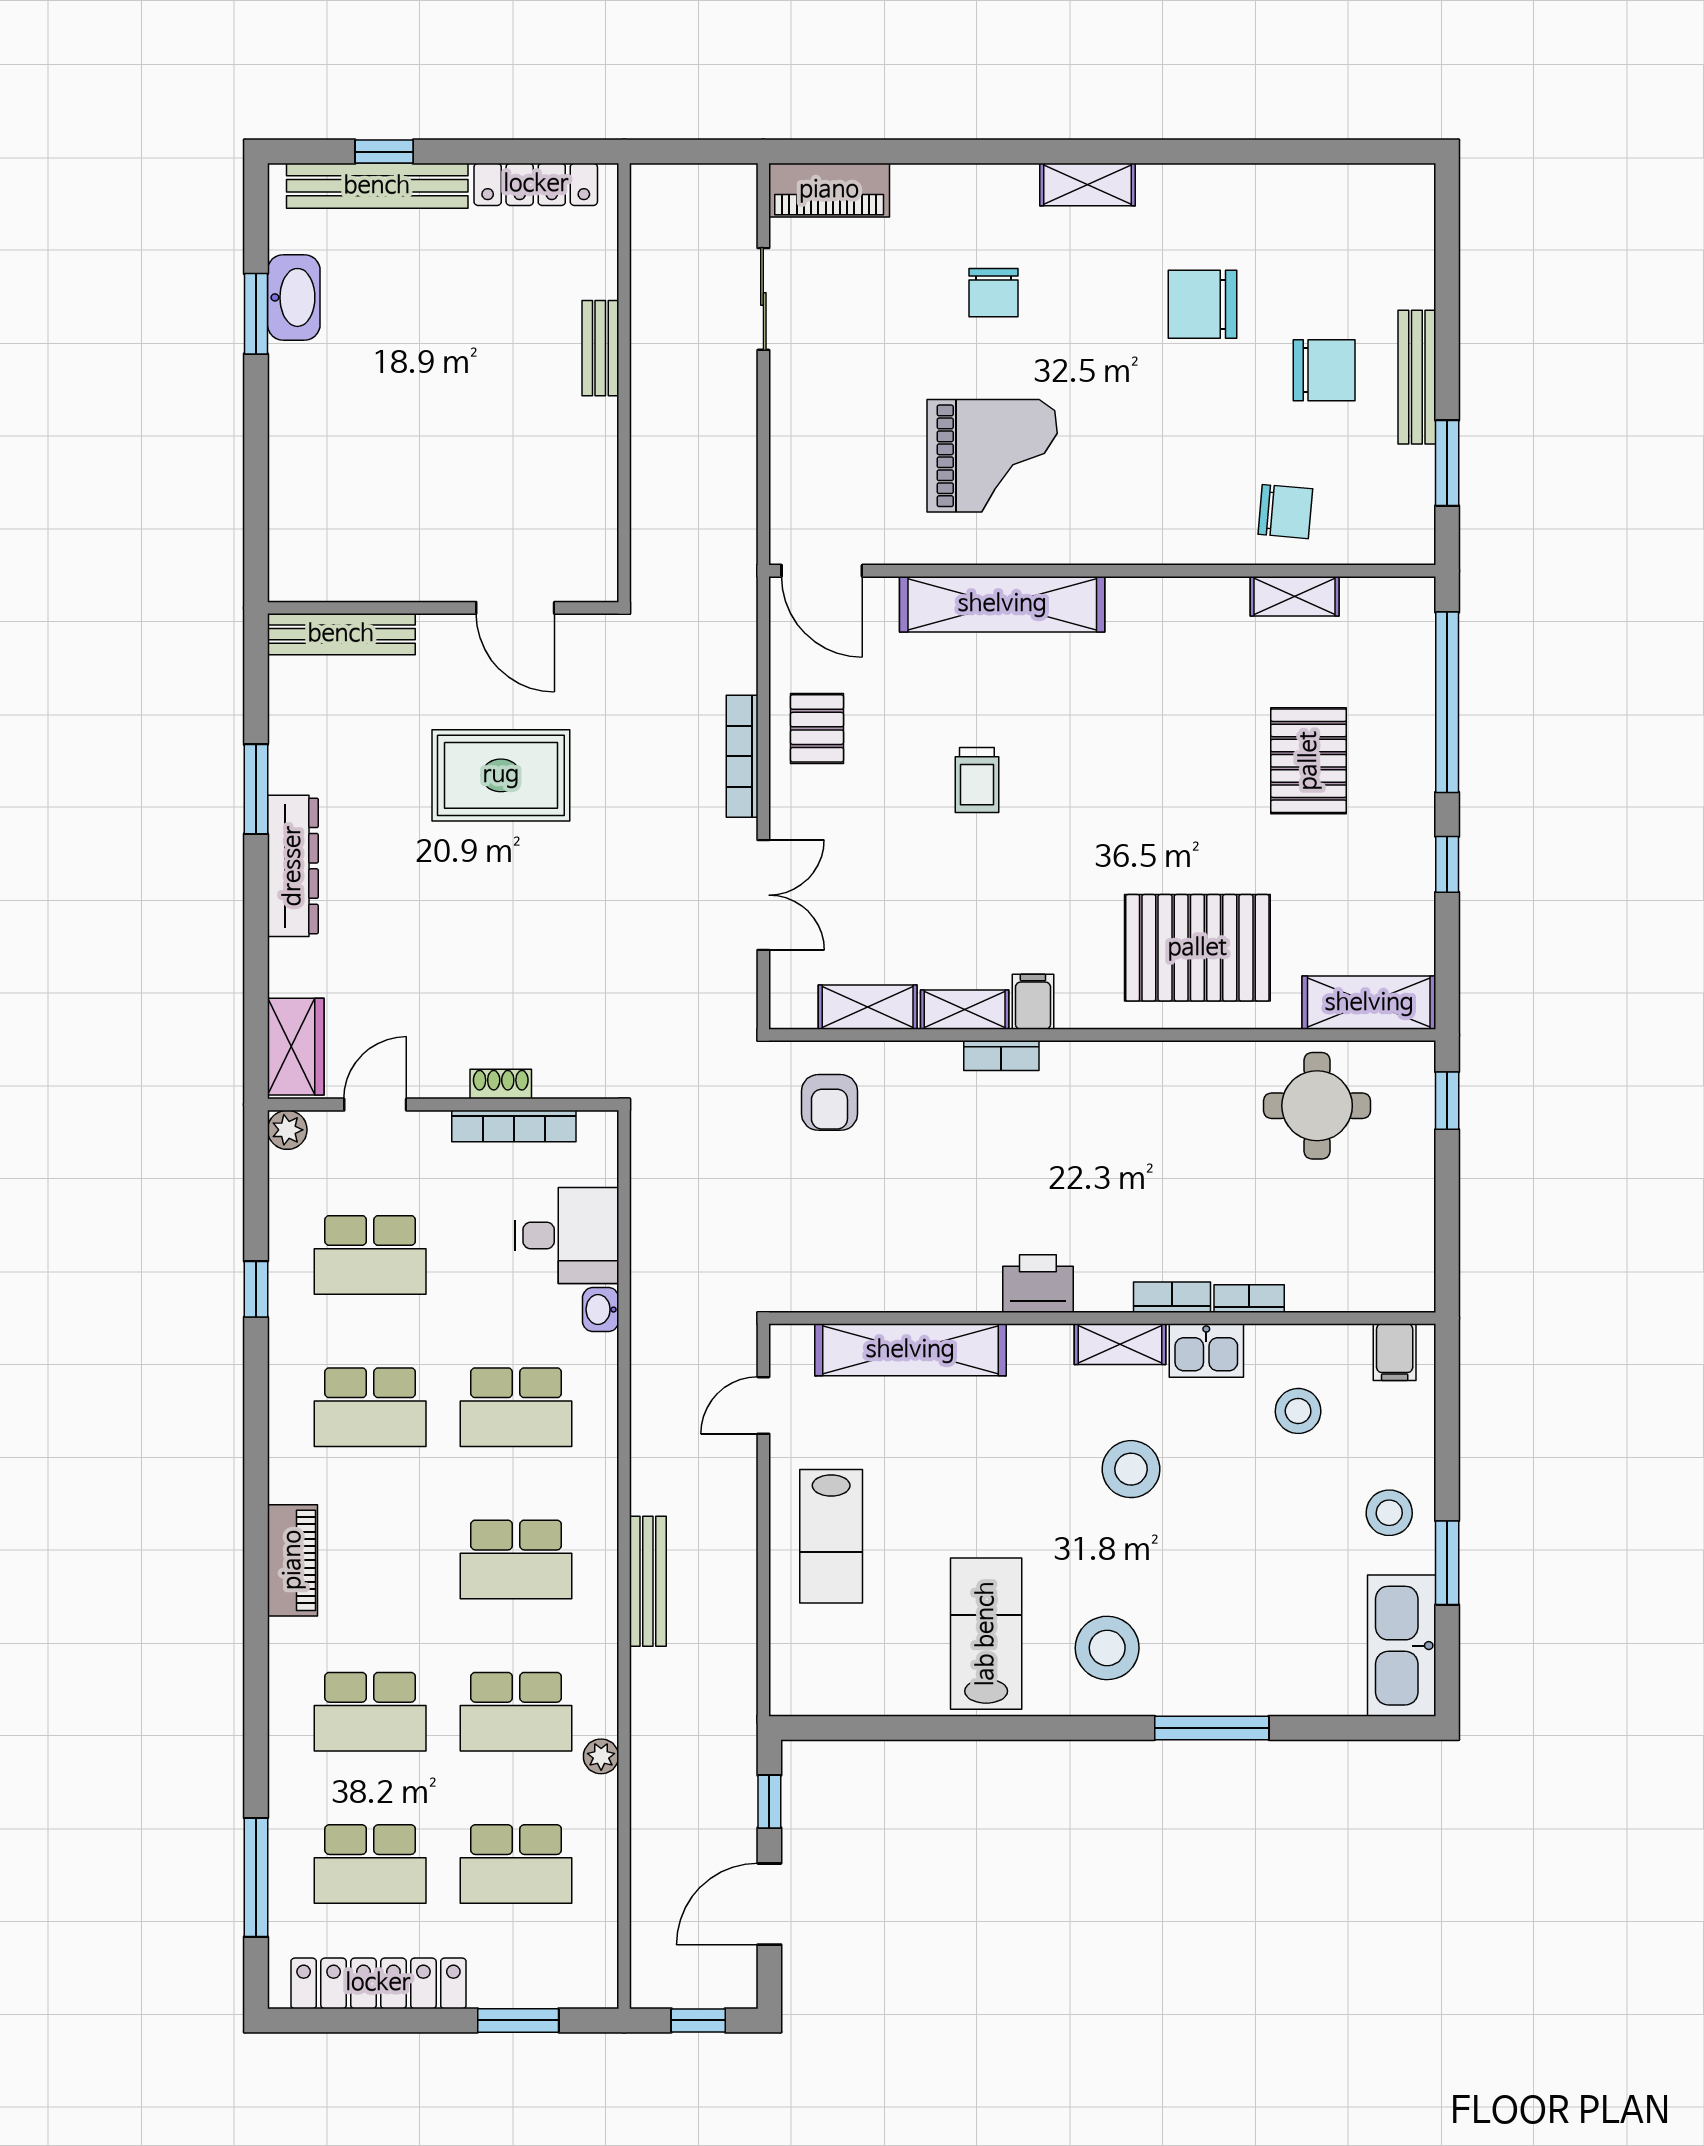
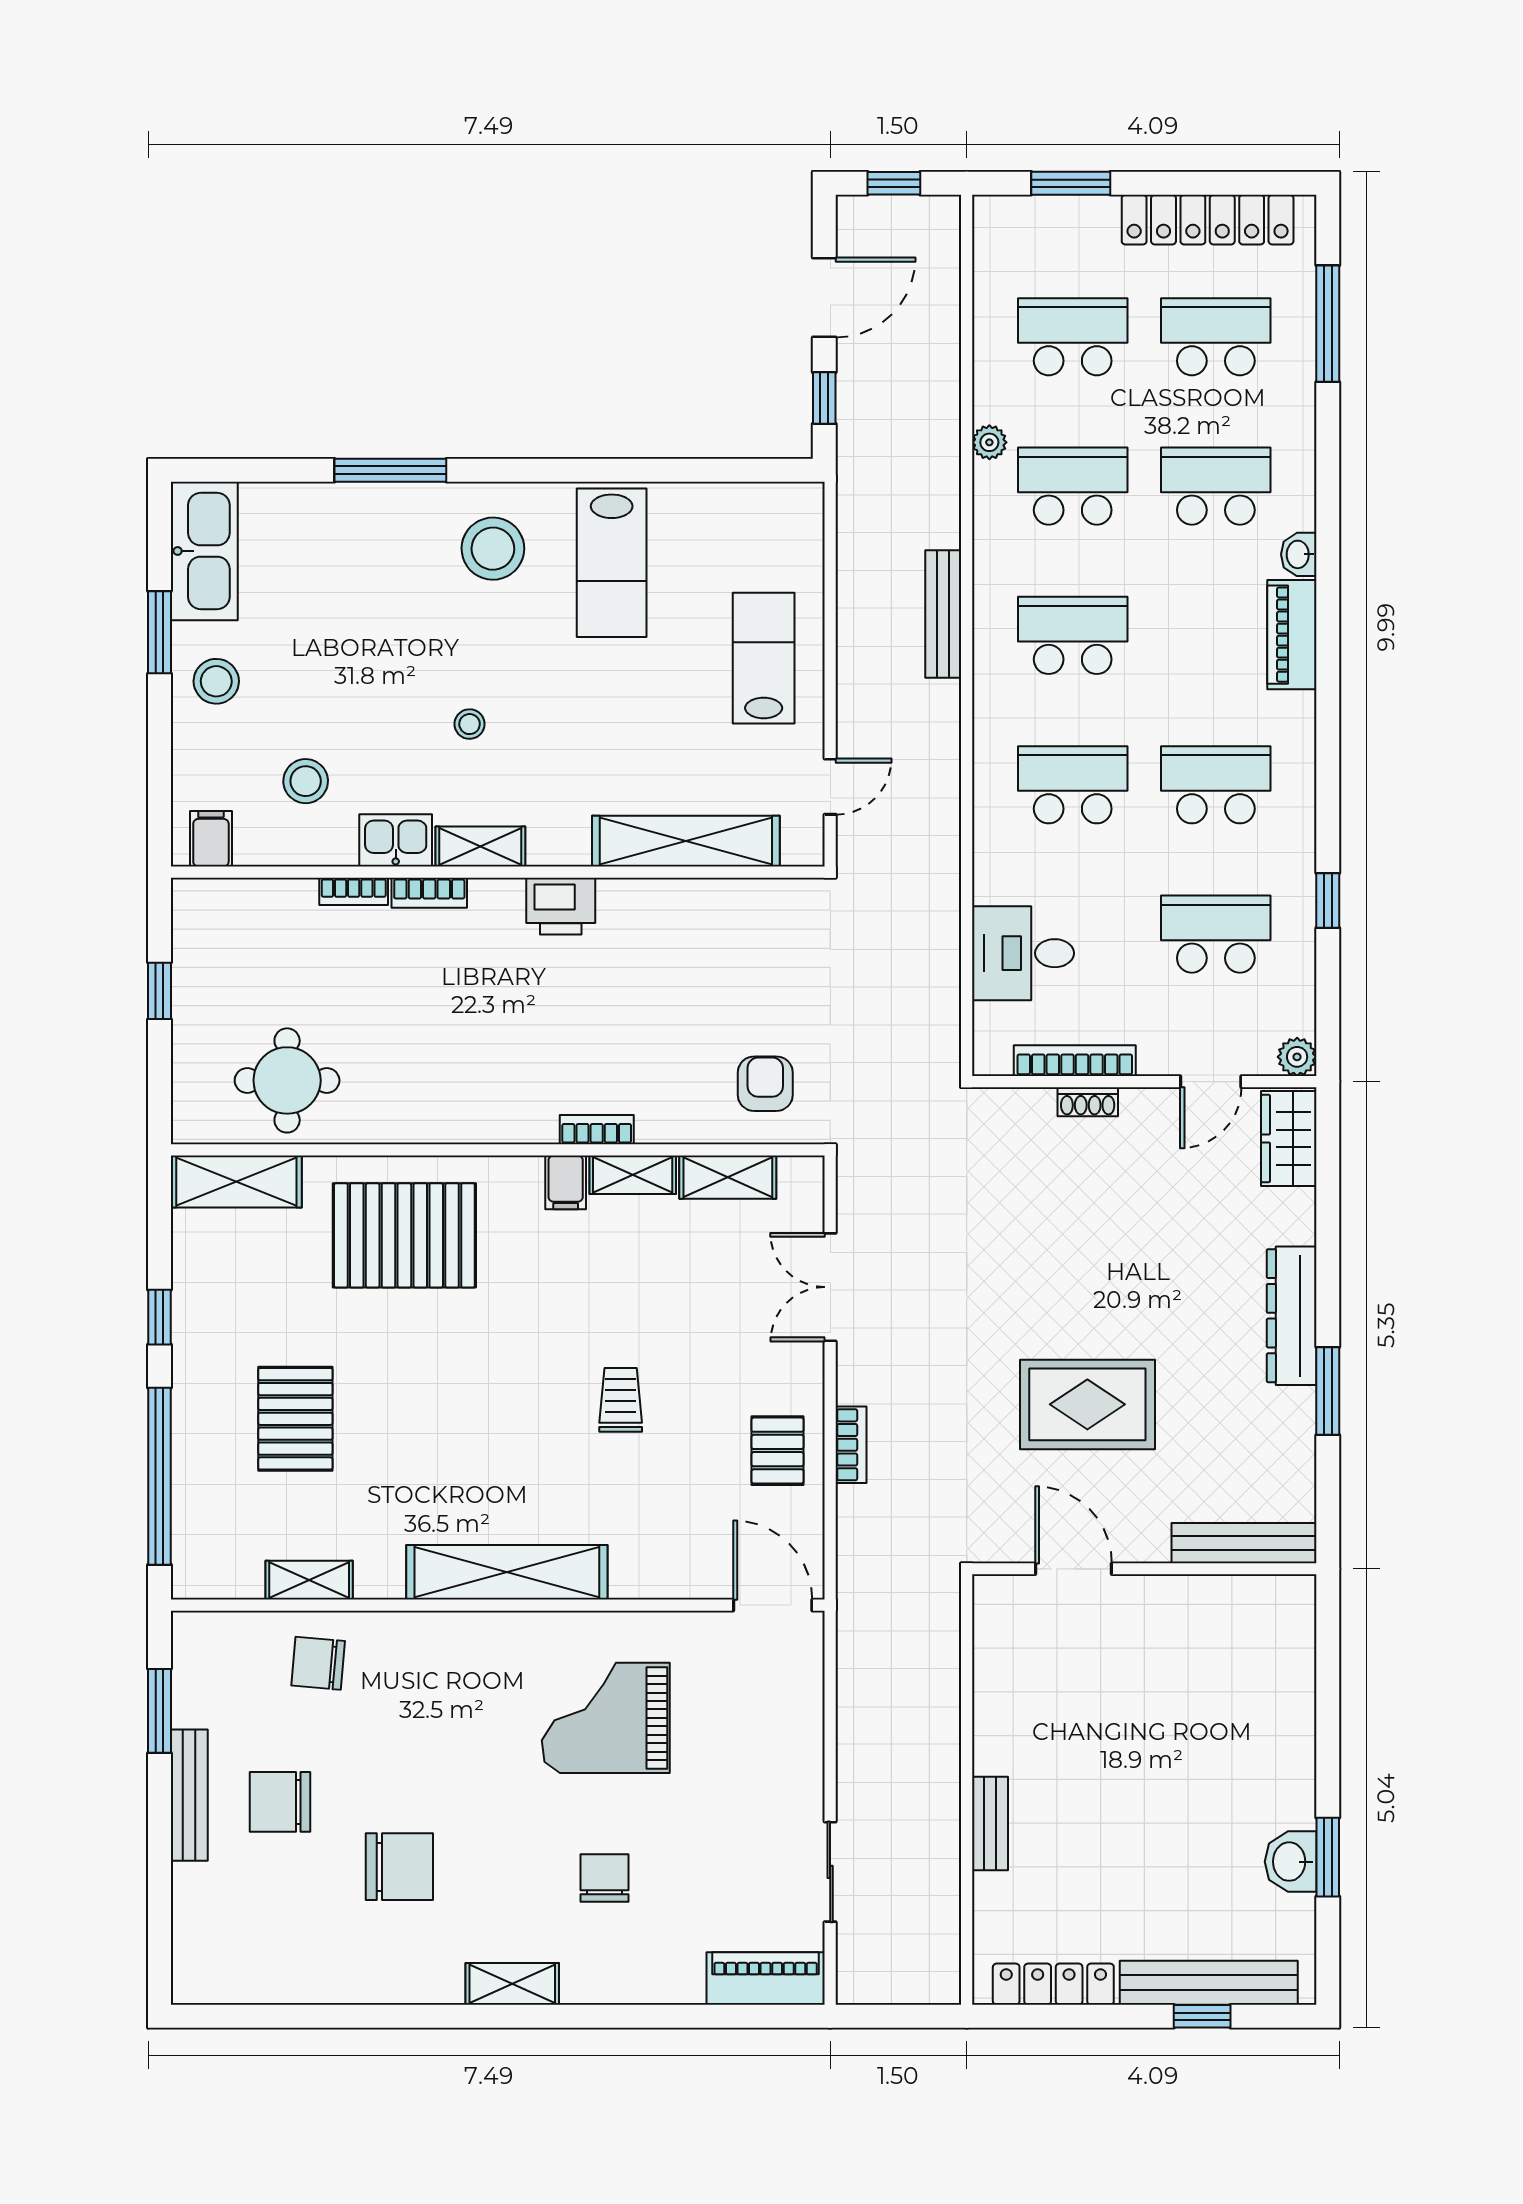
washbasin: (294, 297) -> (1291, 1862), width x0.72
shelving: (1002, 604) -> (507, 1572), moved
bookcase: (742, 756) -> (851, 1445), width x0.64
window: (1447, 1101) -> (159, 991), moved
washbasin: (601, 1310) -> (1299, 554), moved, turned 180
stool: (1131, 1469) -> (470, 724), width x0.53, depth x0.53

